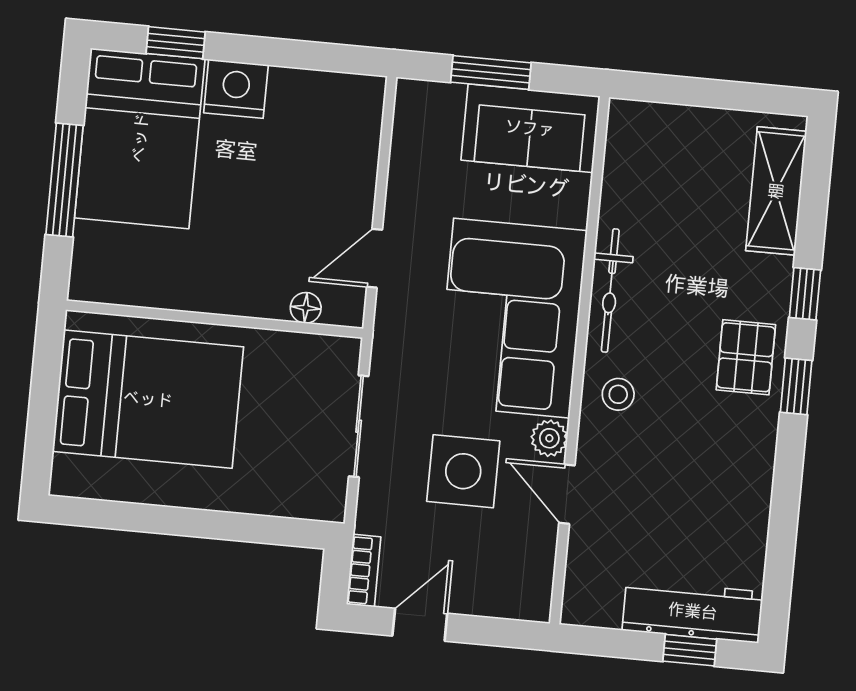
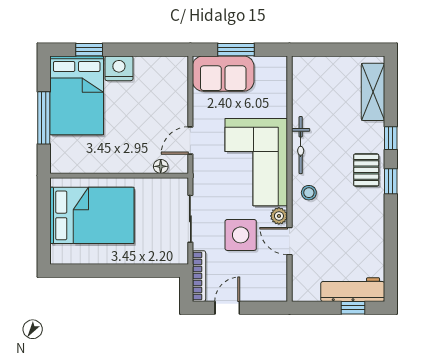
sofa: (530, 128) -> (223, 74), moved
bookcase: (364, 571) -> (199, 276), width x1.56

